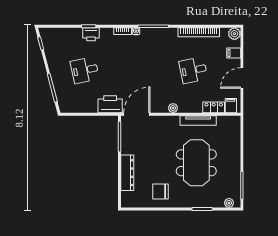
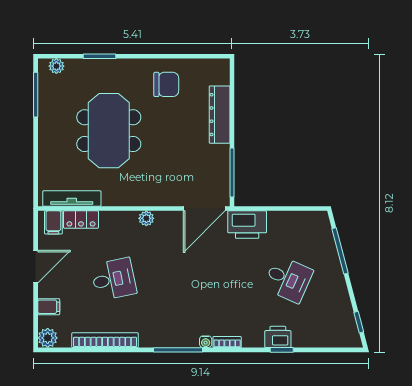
desk: (85, 70) -> (288, 279), turned 36
tv unit: (198, 120) -> (72, 198), moved

